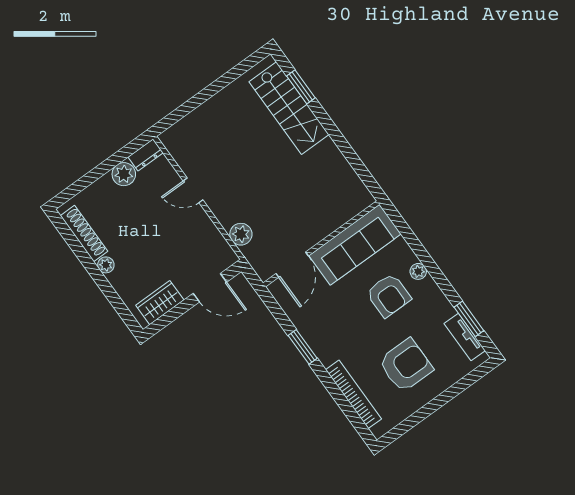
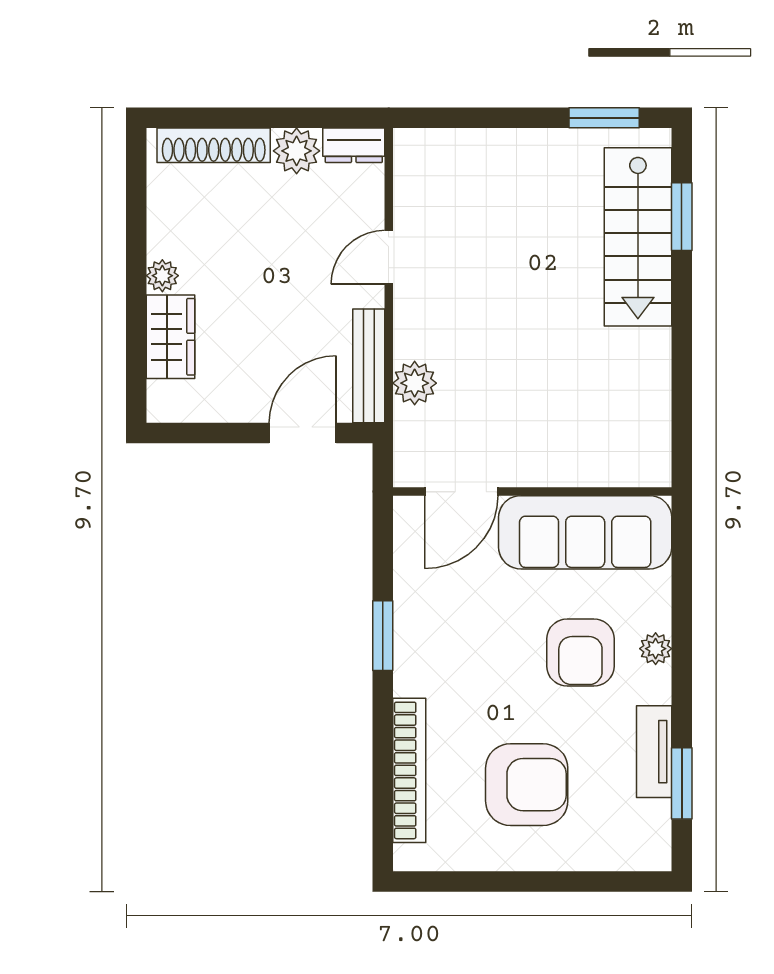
window: (240, 69) -> (604, 118), added
door: (193, 190) -> (389, 257), hinge flipped
shoe rack: (84, 234) -> (214, 145), moved, turned 90
bench: (217, 241) -> (369, 366), added
door: (210, 288) -> (303, 433), swing flipped
wardrobe: (160, 303) -> (170, 337), moved, turned 90
tv unit: (465, 337) -> (654, 752), moved

